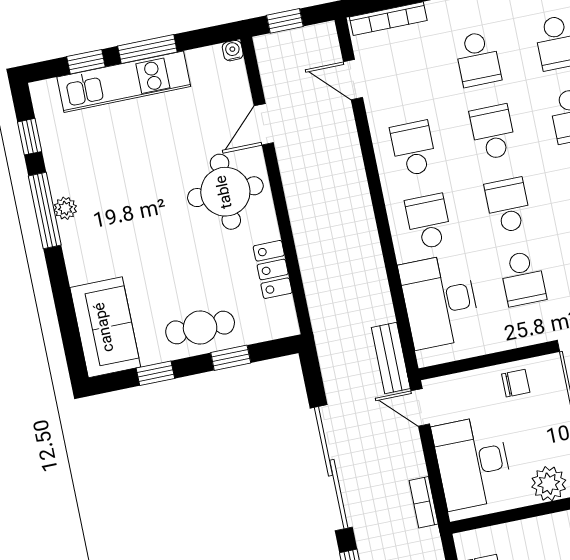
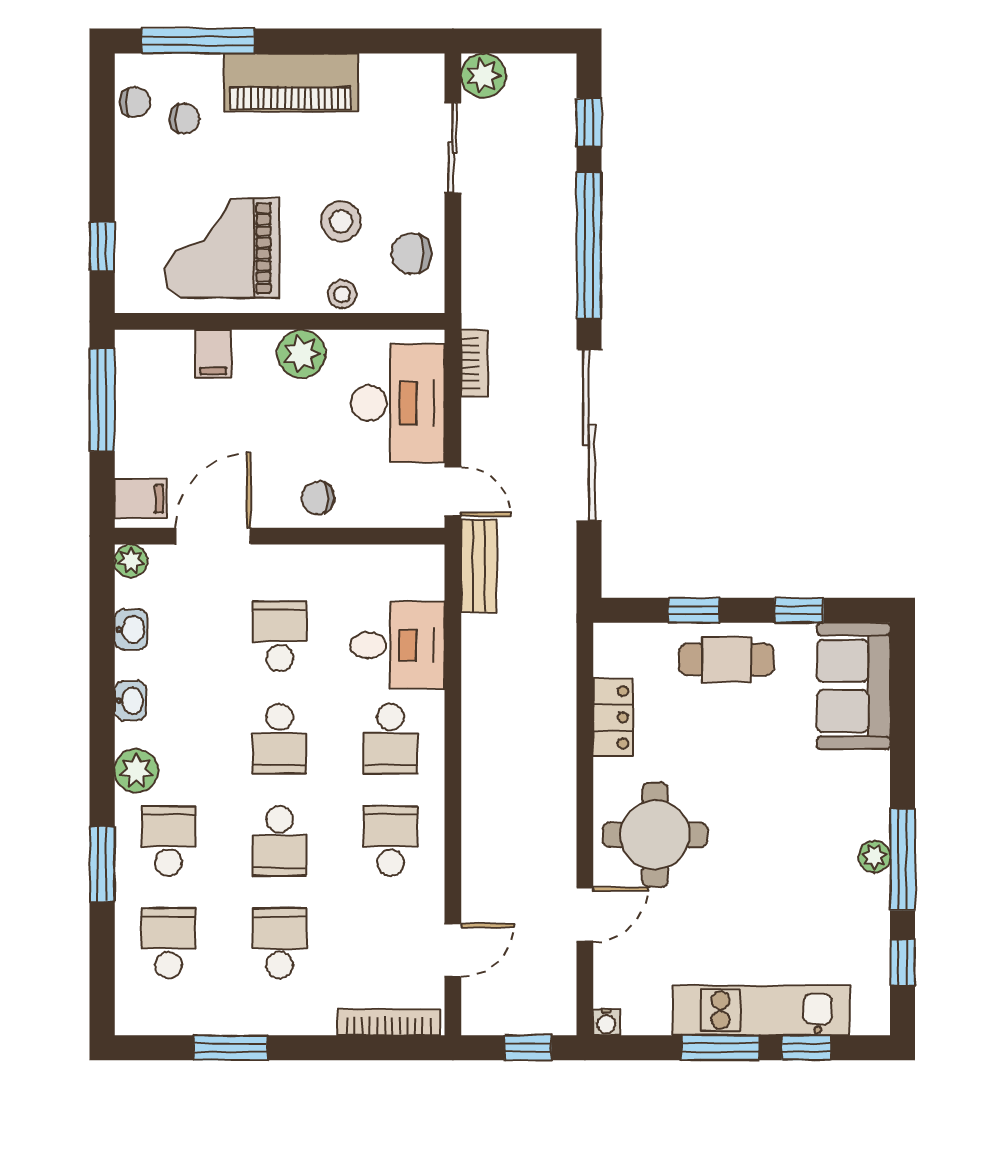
door: (353, 80) -> (453, 950), hinge flipped
school desk: (413, 148) -> (391, 841), turned 180
desk: (440, 301) -> (397, 645), width x0.73
stool: (528, 532) -> (342, 294), added

